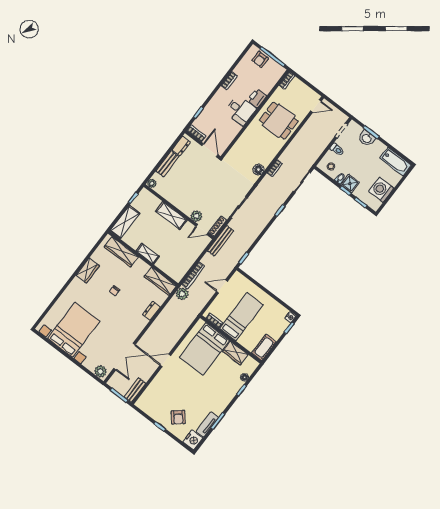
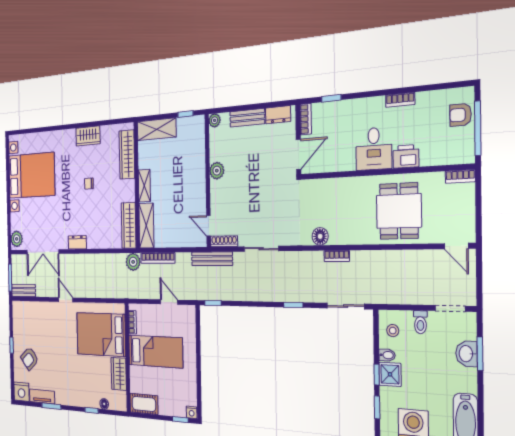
shelving: (171, 216) -> (146, 226), moved
plant: (196, 216) -> (217, 171), moved
dresser: (151, 311) -> (77, 242), moved

